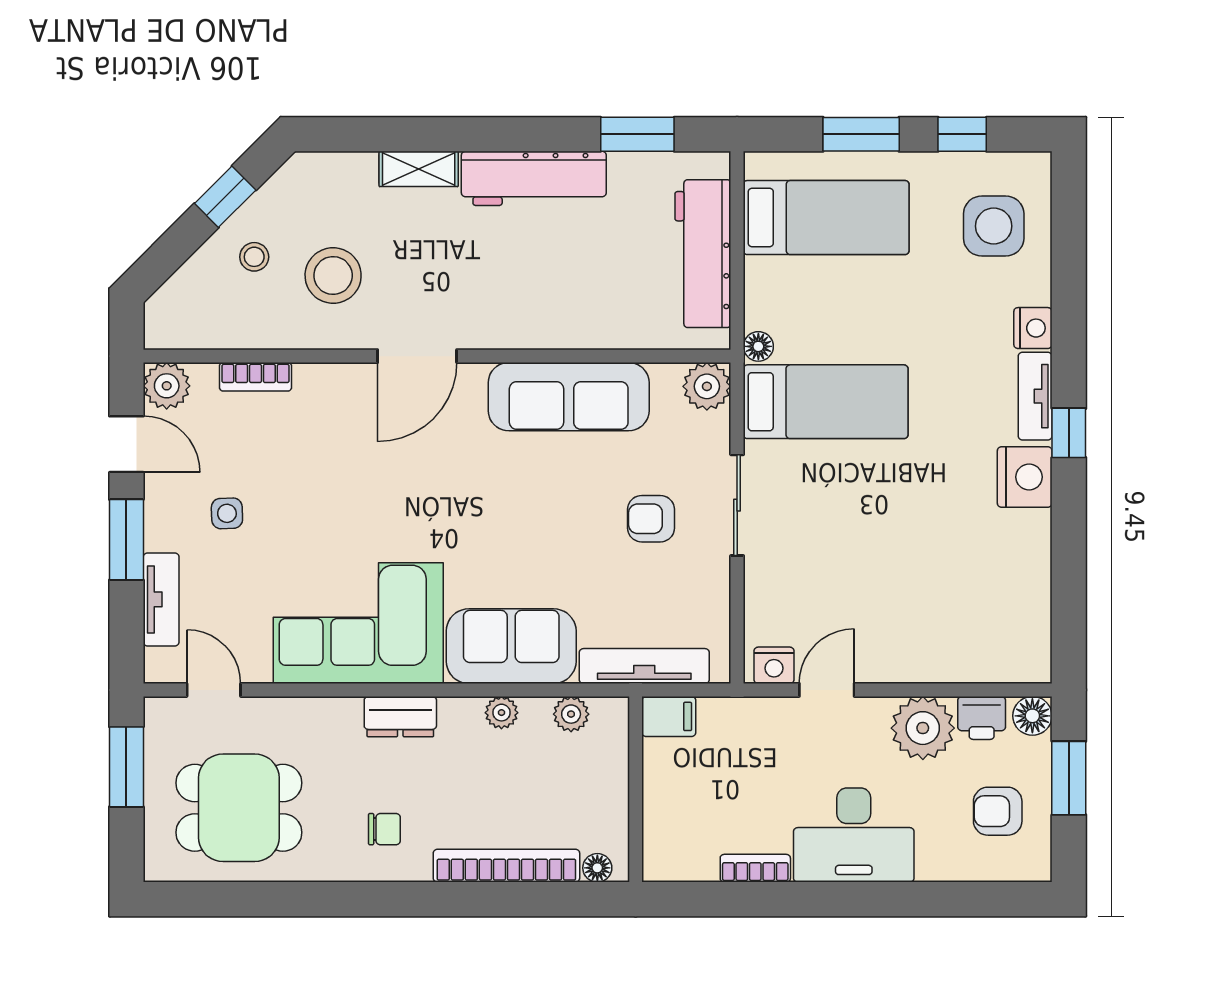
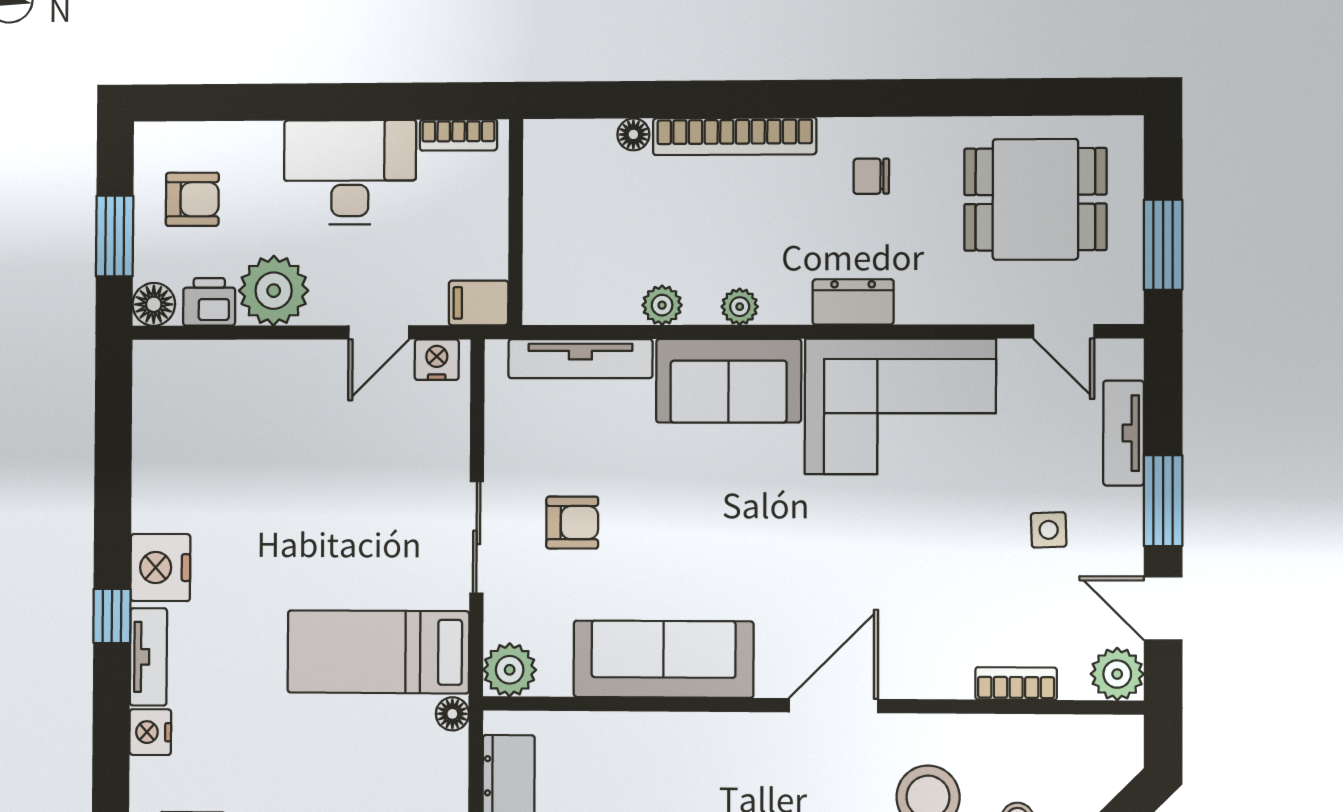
filing cabinet: (669, 716) -> (478, 303), moved
wall: (636, 789) -> (516, 222), moved

